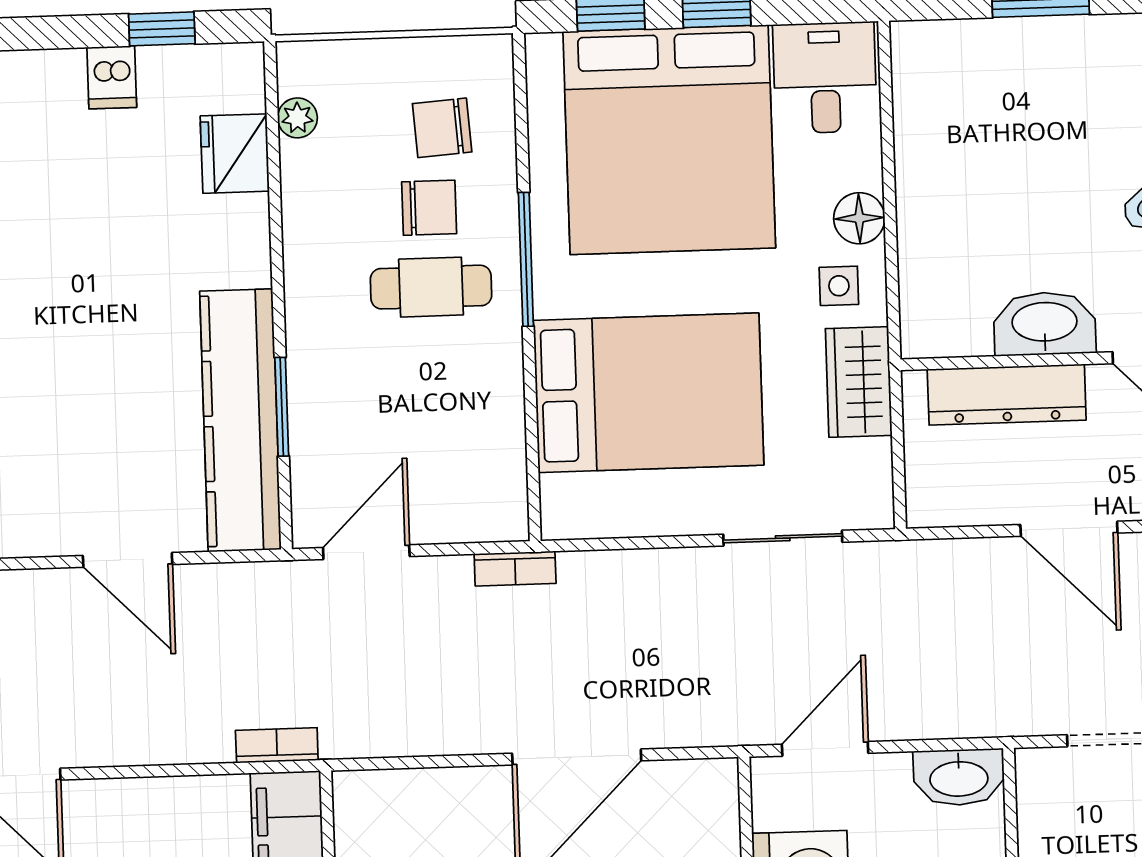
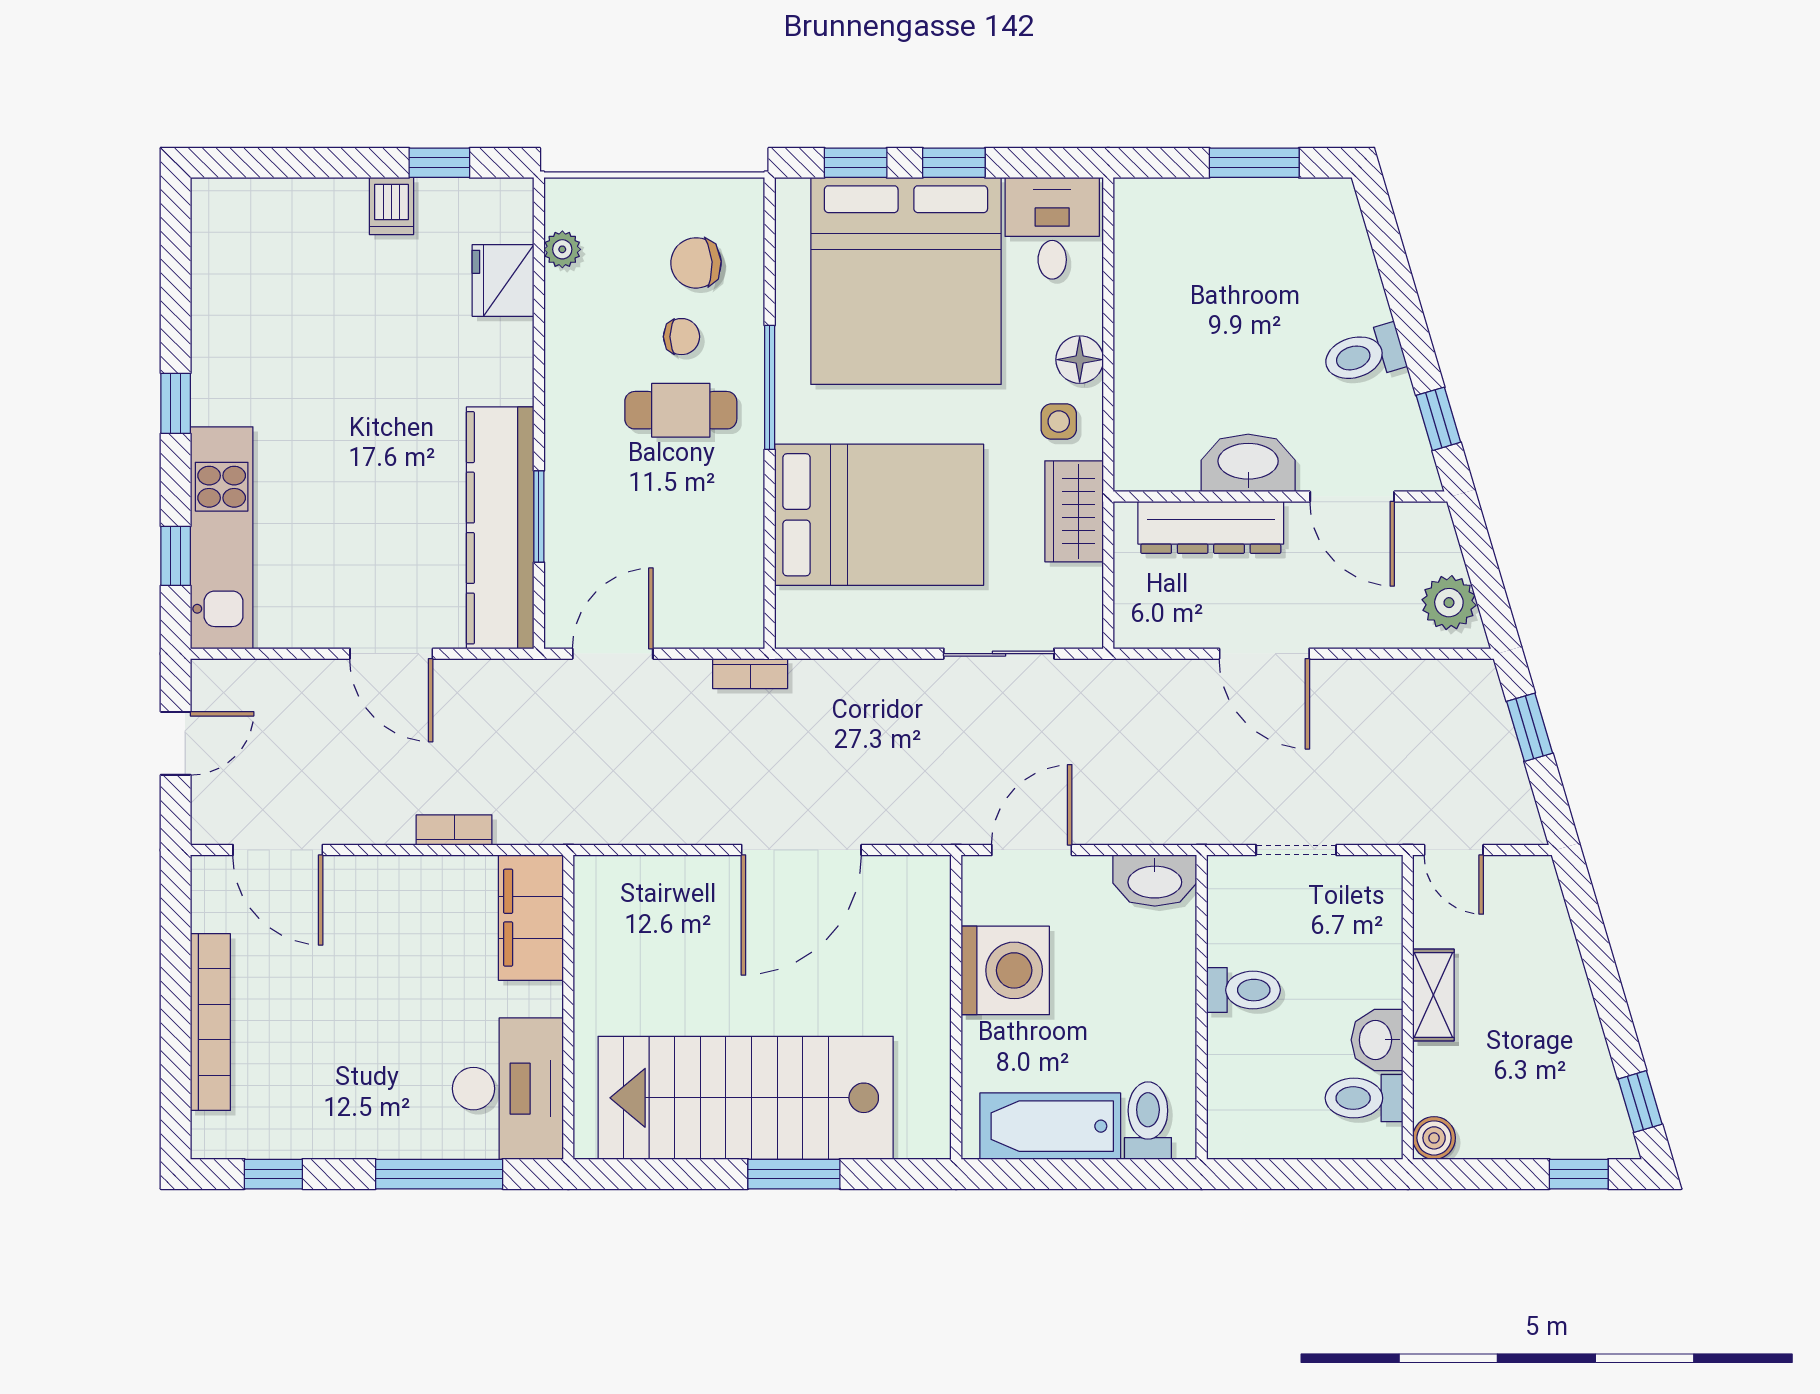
chair: (429, 208) -> (682, 337), width x0.73, depth x0.73
bookcase: (277, 745) -> (454, 830), moved

